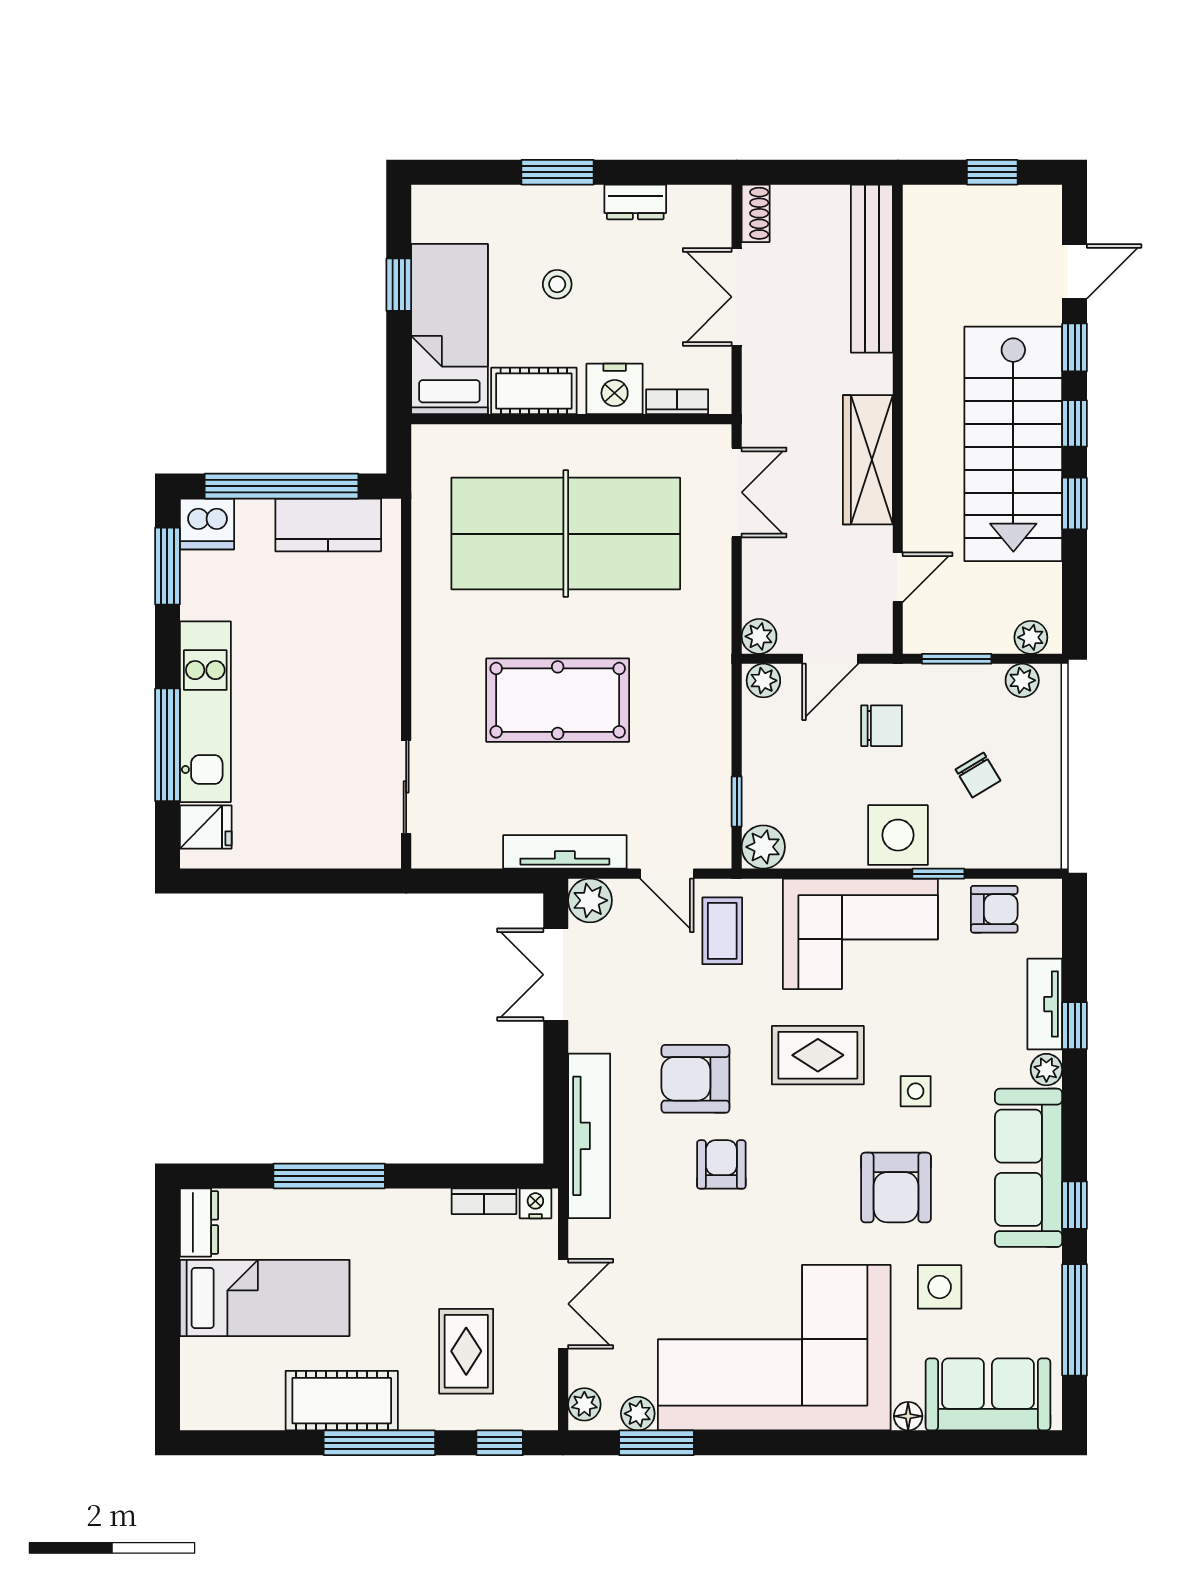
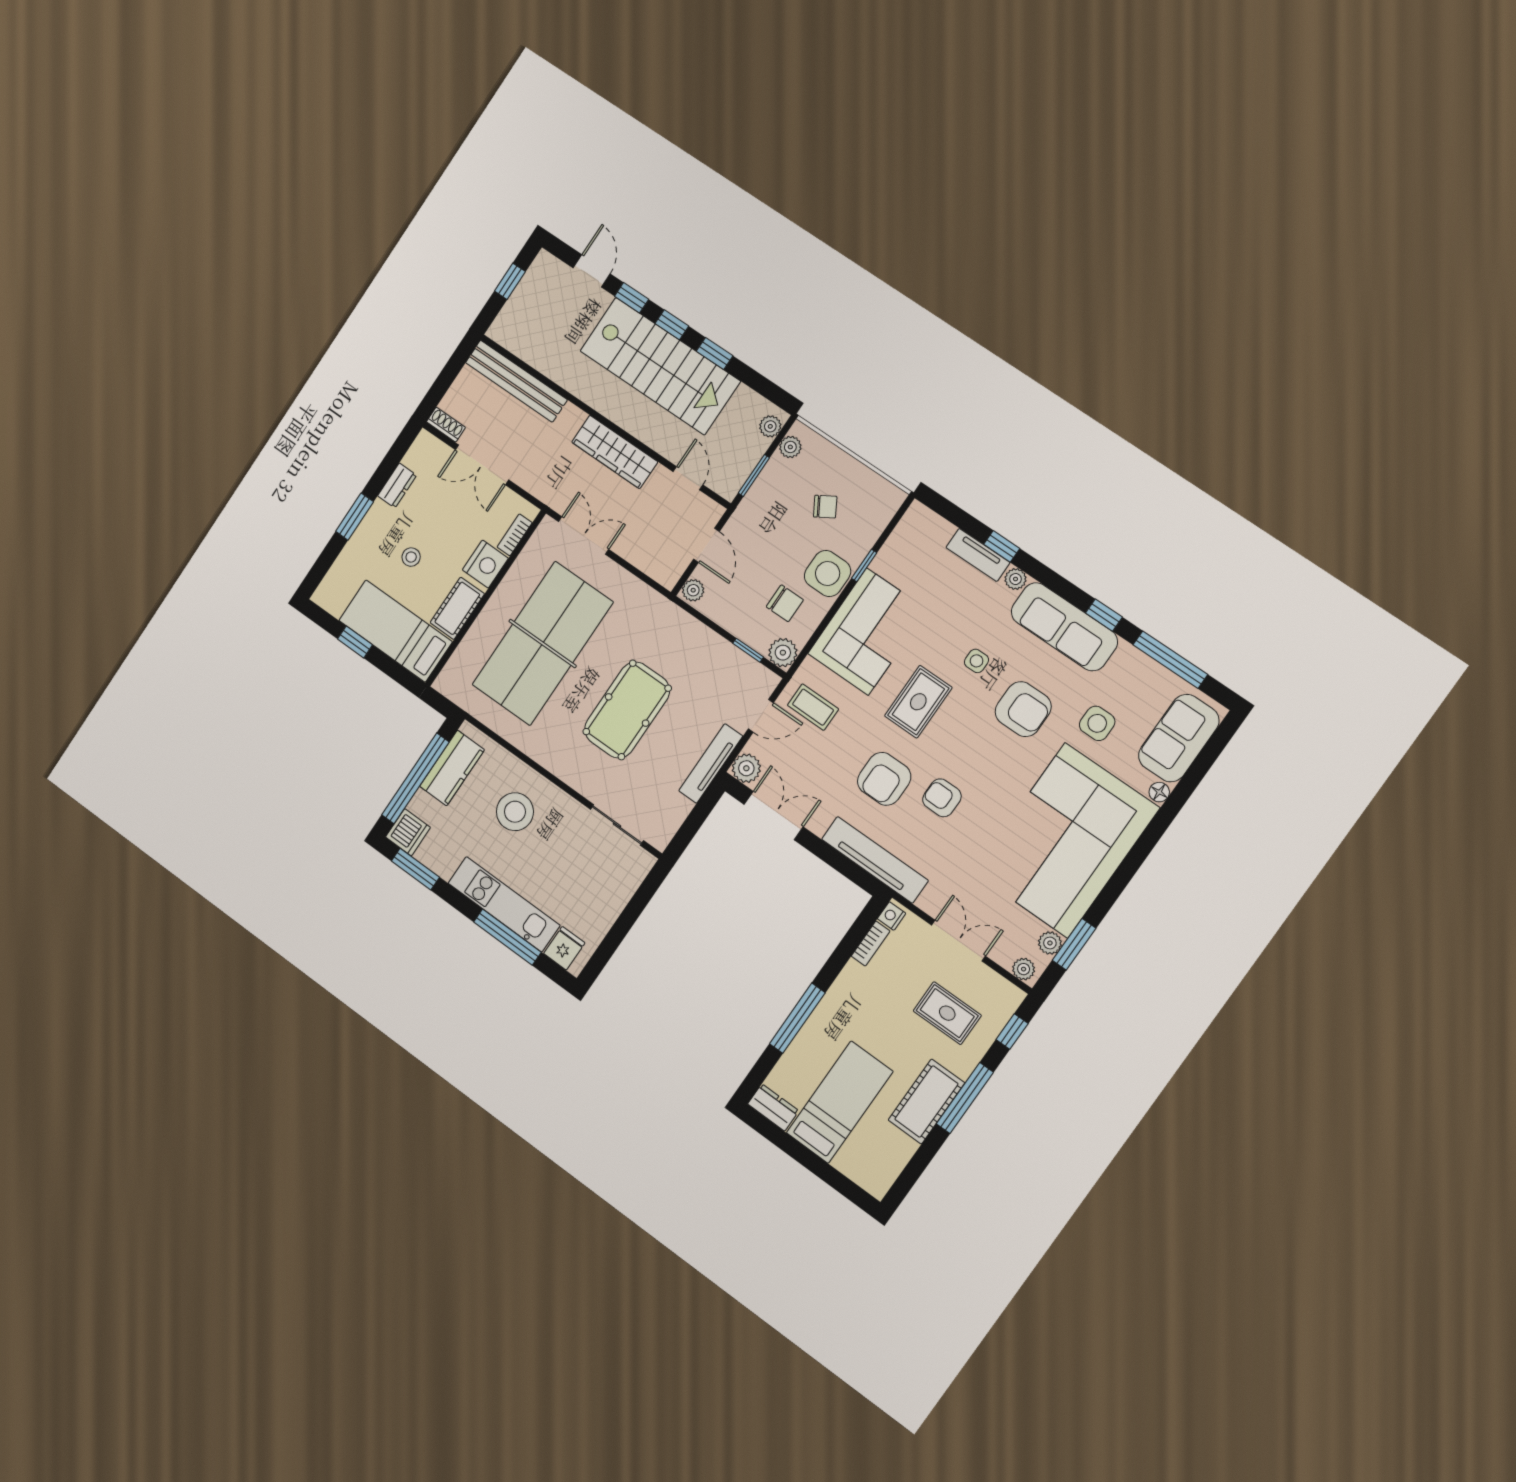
plant: (759, 636) -> (668, 576), removed
stool: (331, 645) -> (515, 812), added
chair: (882, 726) -> (785, 603), moved, turned 90
armchair: (994, 909) -> (905, 548), removed
double door: (556, 975) -> (774, 816), swing flipped

